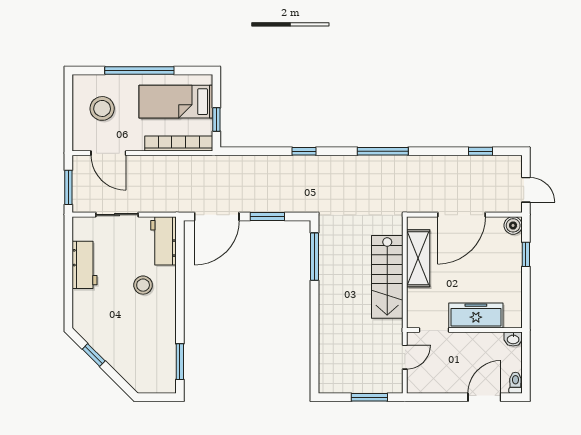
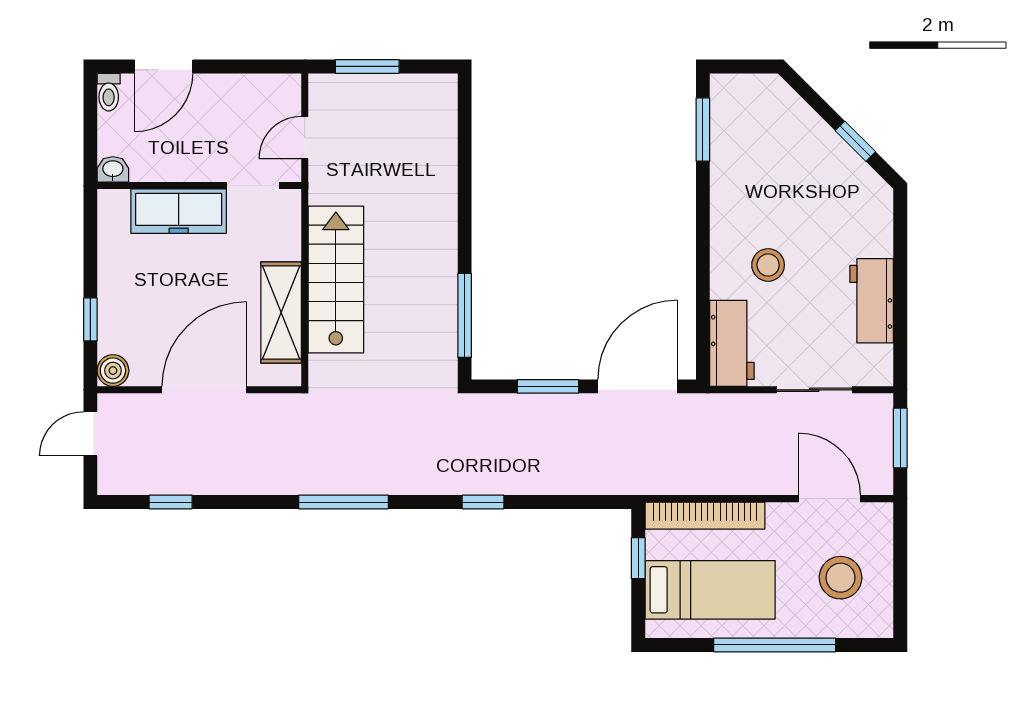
door: (526, 190) -> (90, 434), hinge flipped

